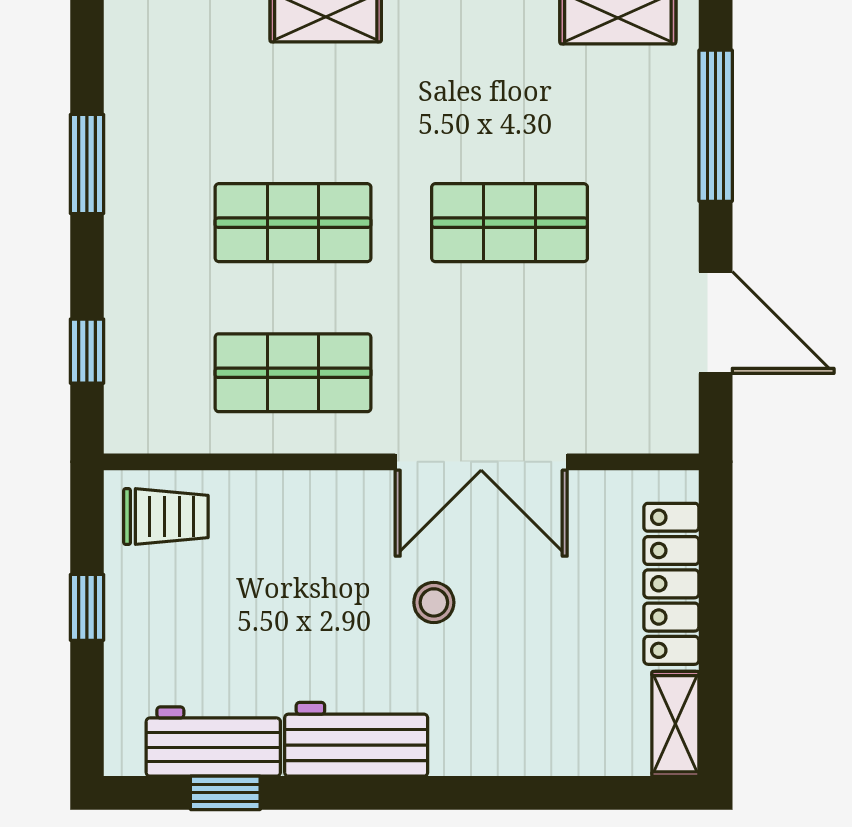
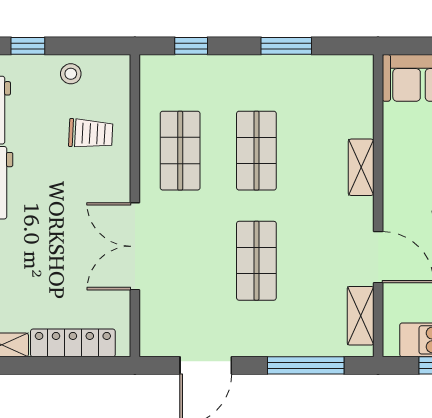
trolley: (166, 517) -> (91, 133), moved, turned -87
stool: (434, 602) -> (71, 74), moved
window: (87, 607) -> (28, 46), moved

